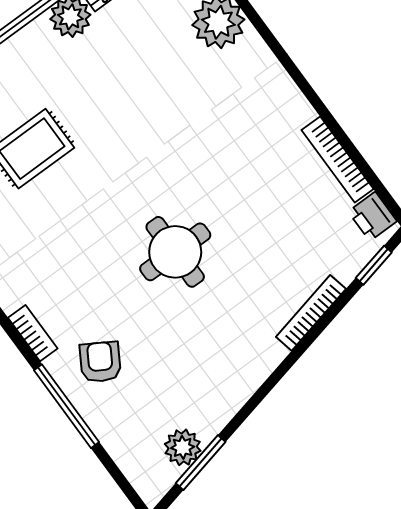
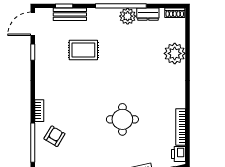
round table: (175, 252) -> (122, 119), moved

